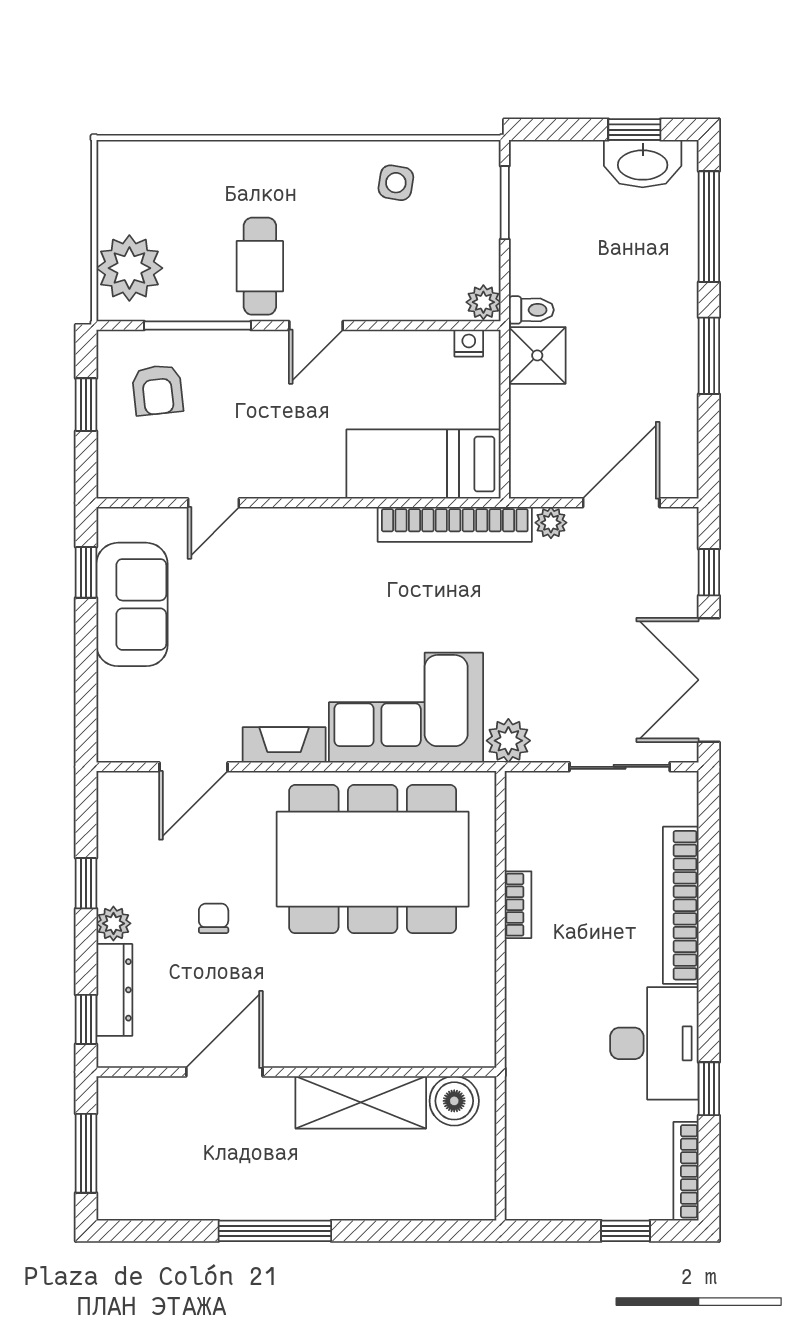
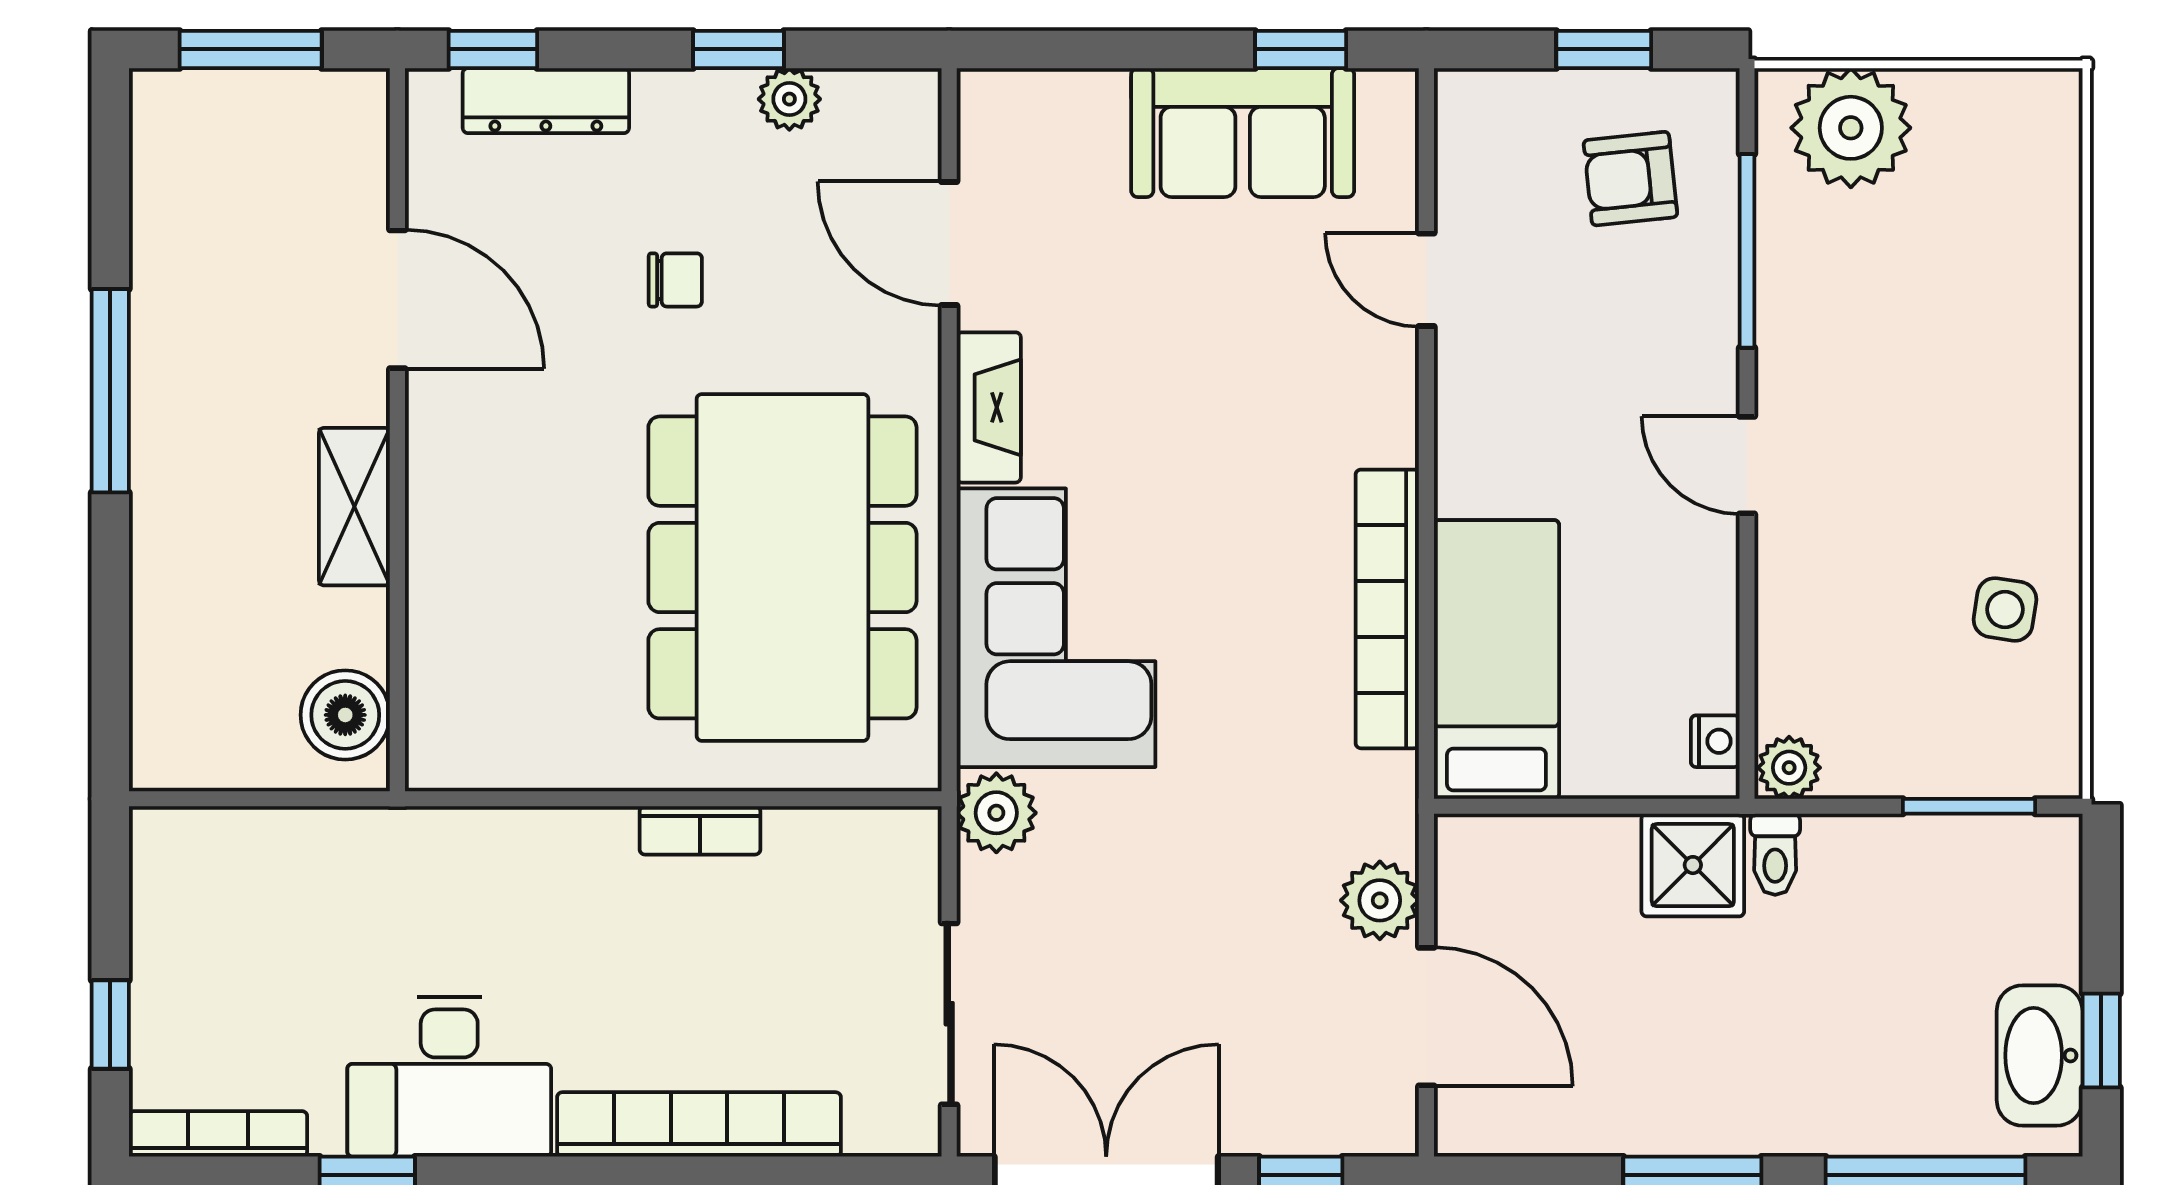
cafe table: (260, 266) -> (1854, 364), removed
plant: (551, 523) -> (1380, 900), width x1.38, depth x1.38
bookcase: (455, 524) -> (1387, 609), moved
plant: (113, 923) -> (789, 99), moved
shelving: (361, 1102) -> (354, 507), width x0.67, depth x0.75

